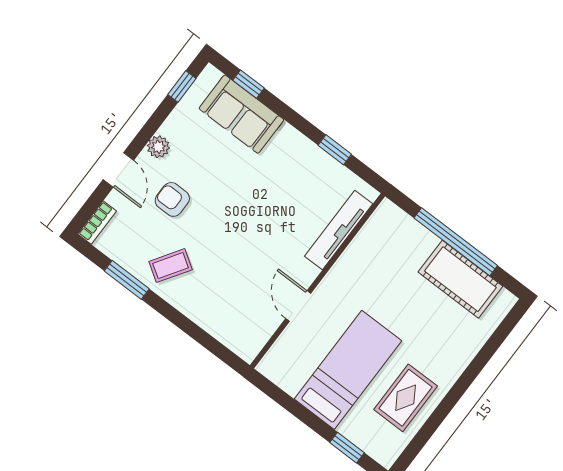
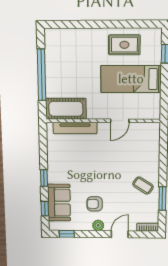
window: (335, 150) -> (44, 178), moved
armchair: (172, 199) -> (95, 204), moved, turned 90
cot: (460, 279) -> (66, 109), moved, turned 90

